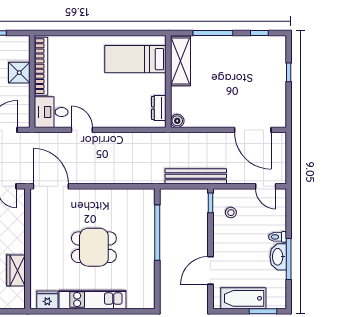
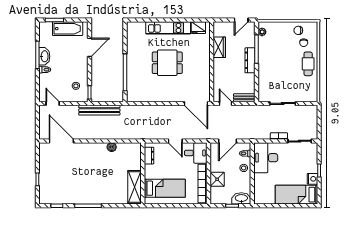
bed: (135, 59) -> (165, 188), moved
shelving: (180, 61) -> (135, 187), moved
wall: (168, 81) -> (143, 173), moved
dresser: (159, 108) -> (149, 156), moved

